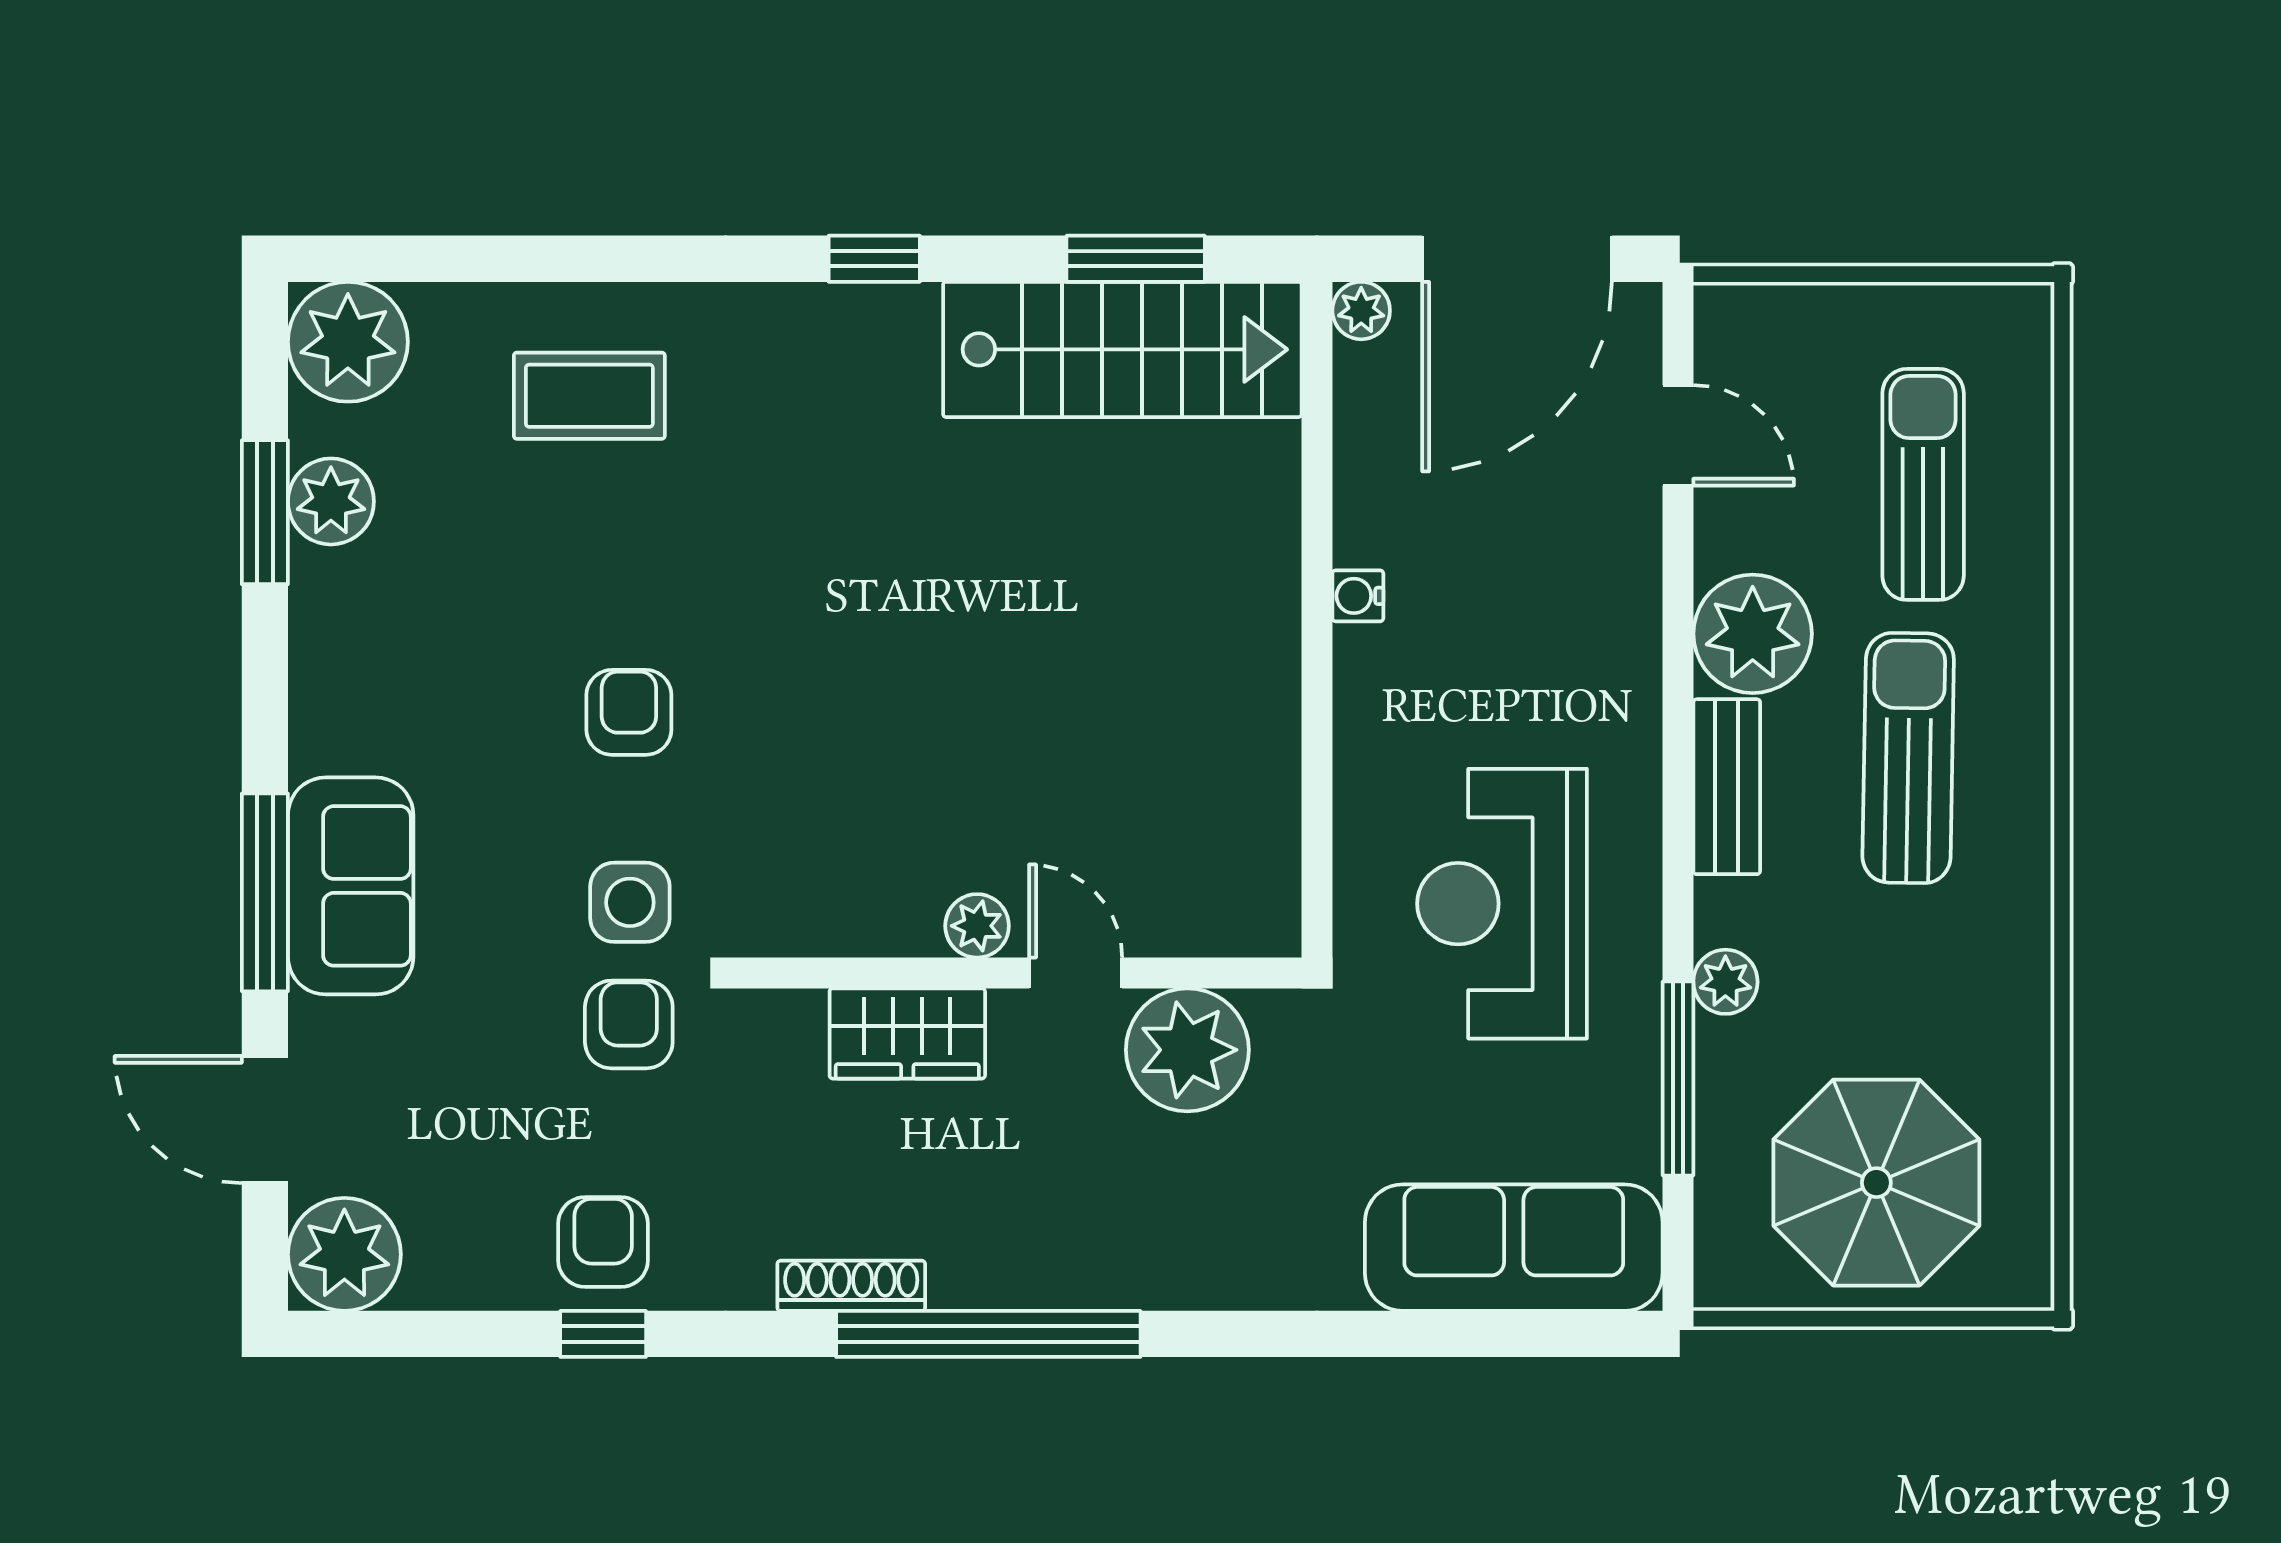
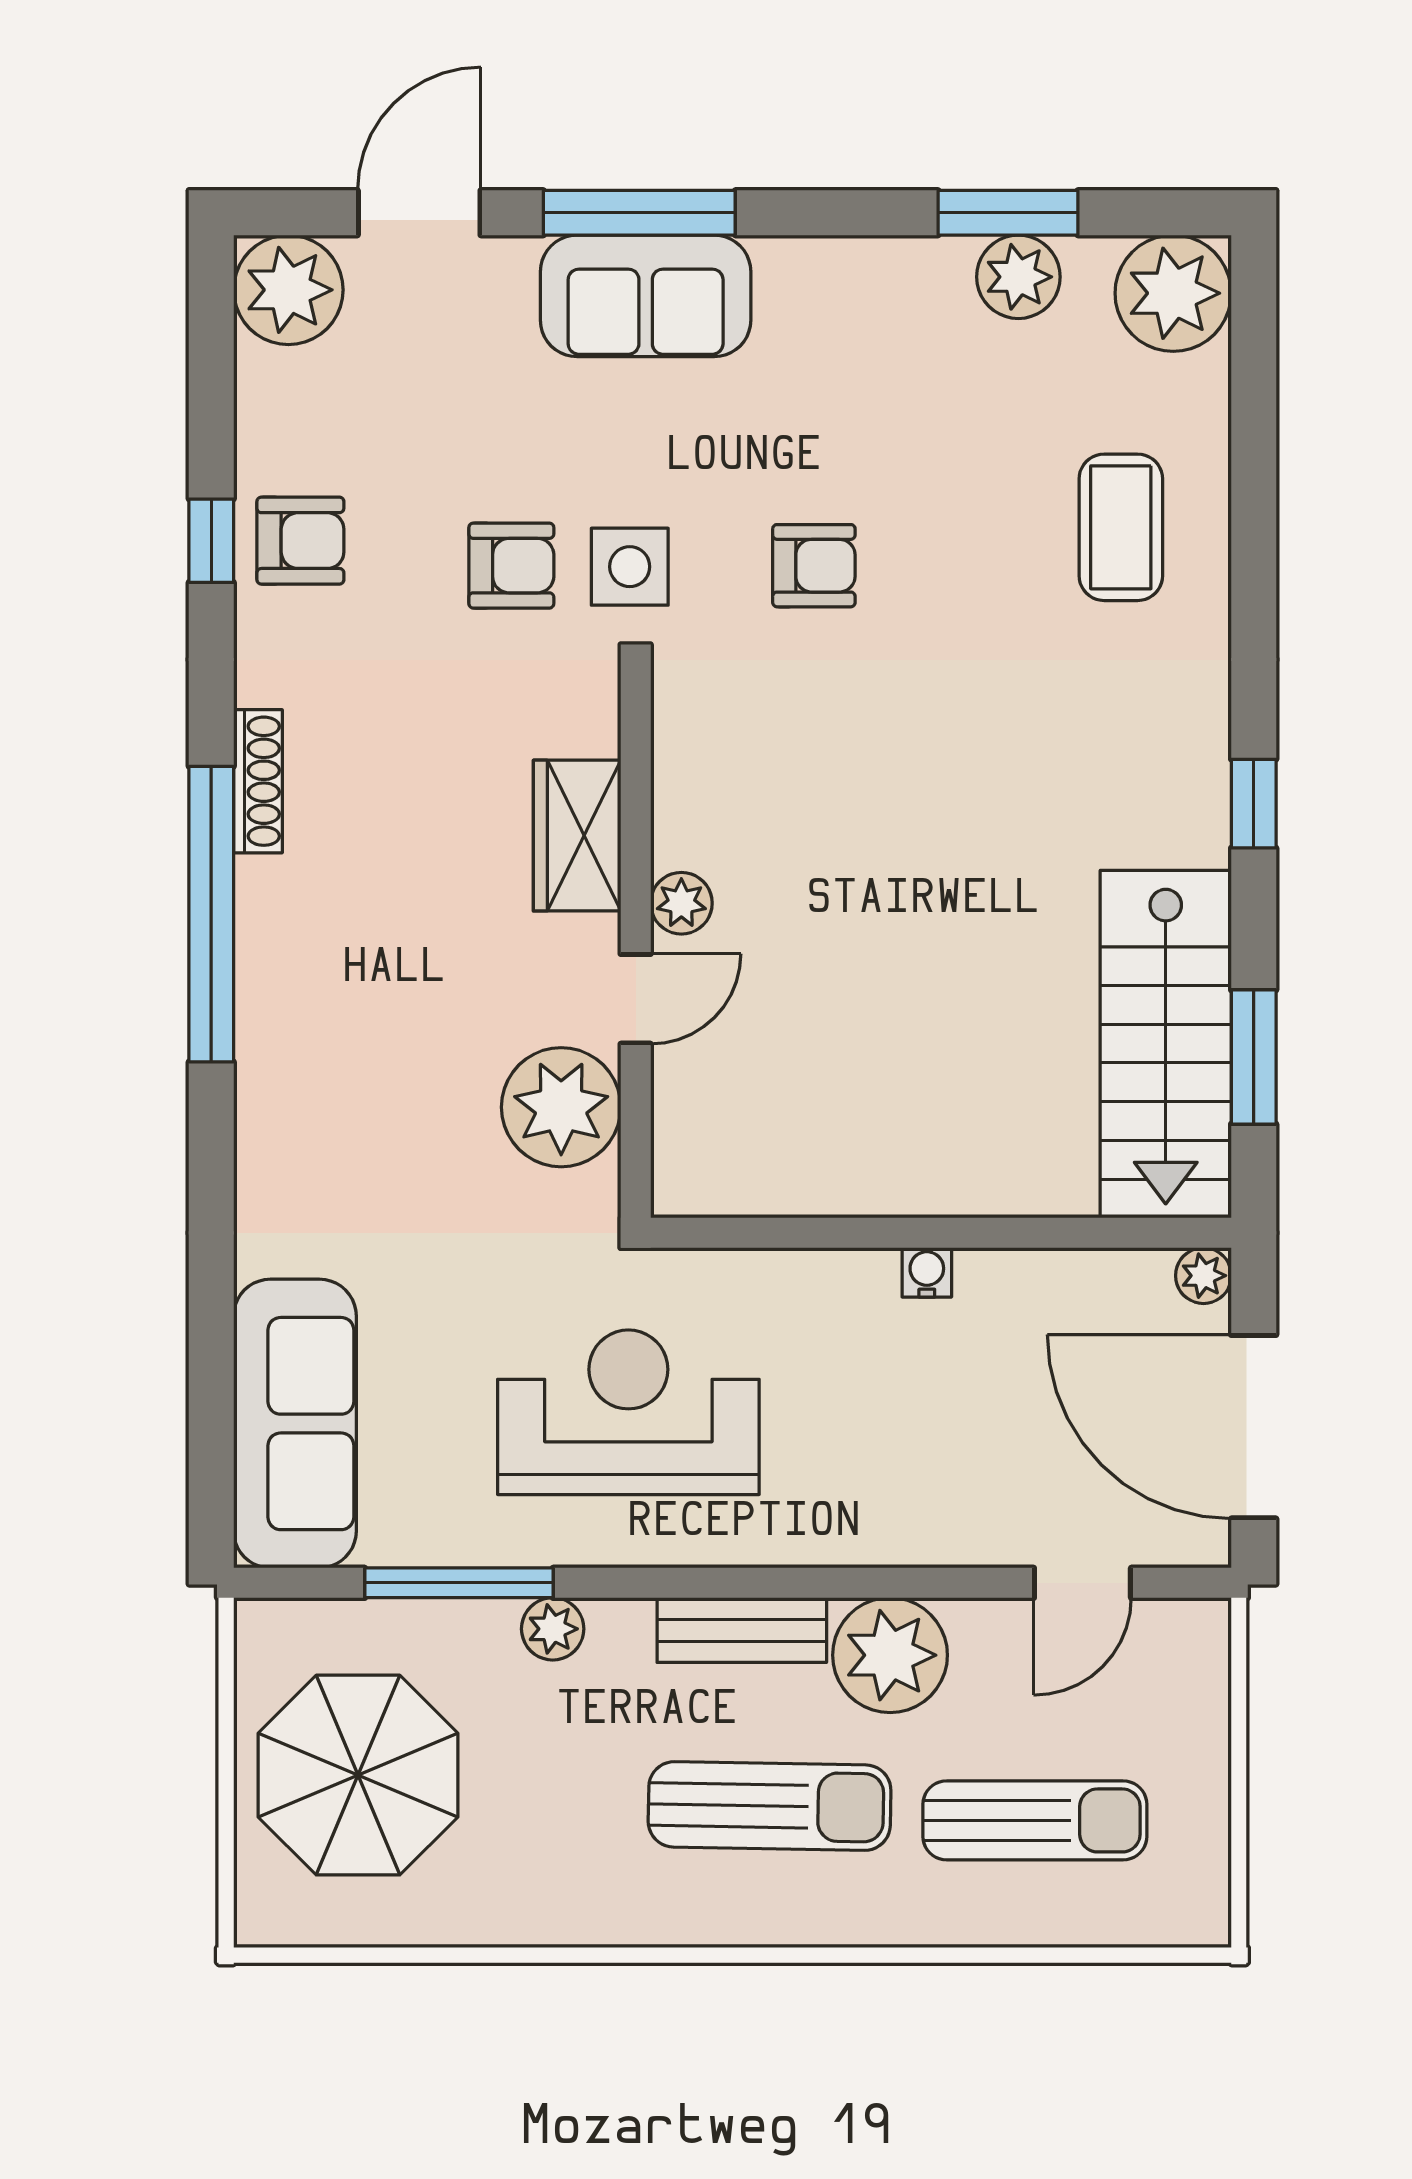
plant: (977, 926) -> (681, 903), moved
wall: (1021, 973) -> (636, 946), moved
door: (1076, 973) -> (636, 999), moved
wardrobe: (907, 1033) -> (577, 836), moved
plant: (1187, 1050) -> (561, 1107), moved

